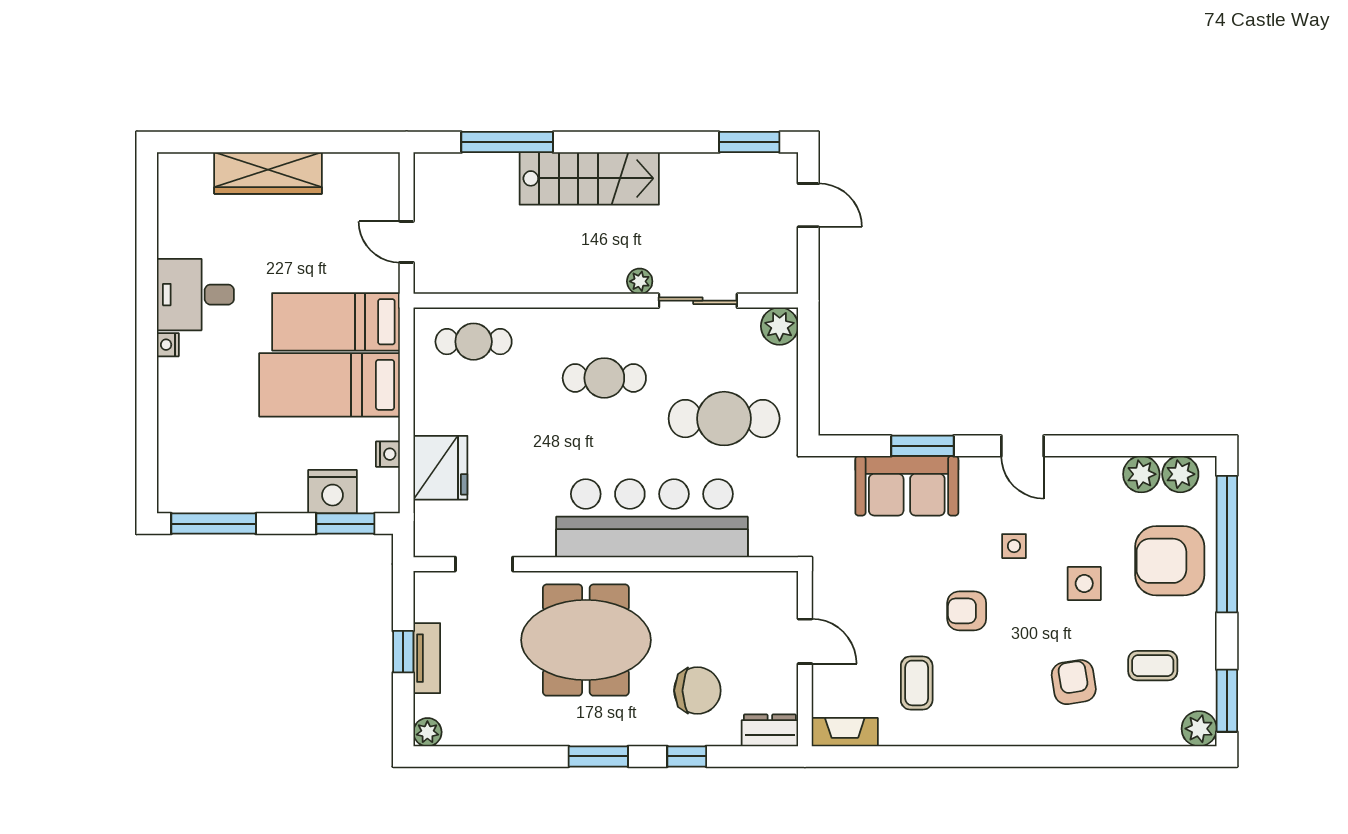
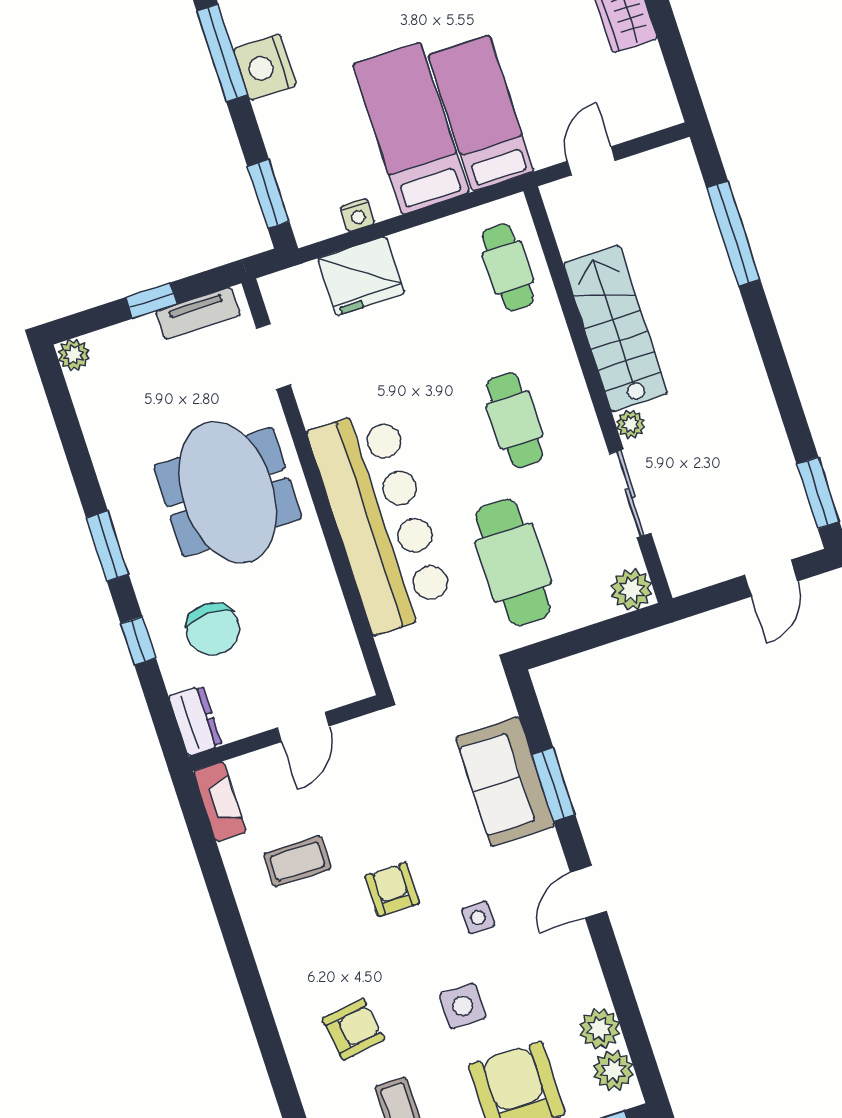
stairs: (589, 178) -> (615, 328), moved, turned 180
nightstand: (333, 492) -> (265, 67), moved
tv unit: (427, 658) -> (198, 313), moved

